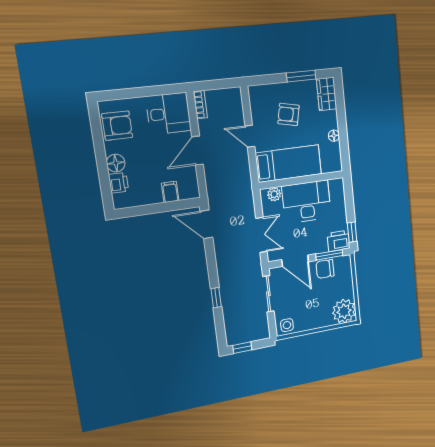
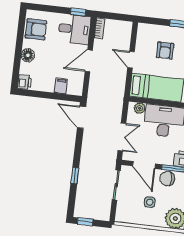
window: (167, 89) -> (78, 12), added
armchair: (289, 114) -> (165, 51), turned -102
printer: (119, 183) -> (24, 82), moved
side table: (287, 325) -> (150, 202), moved

